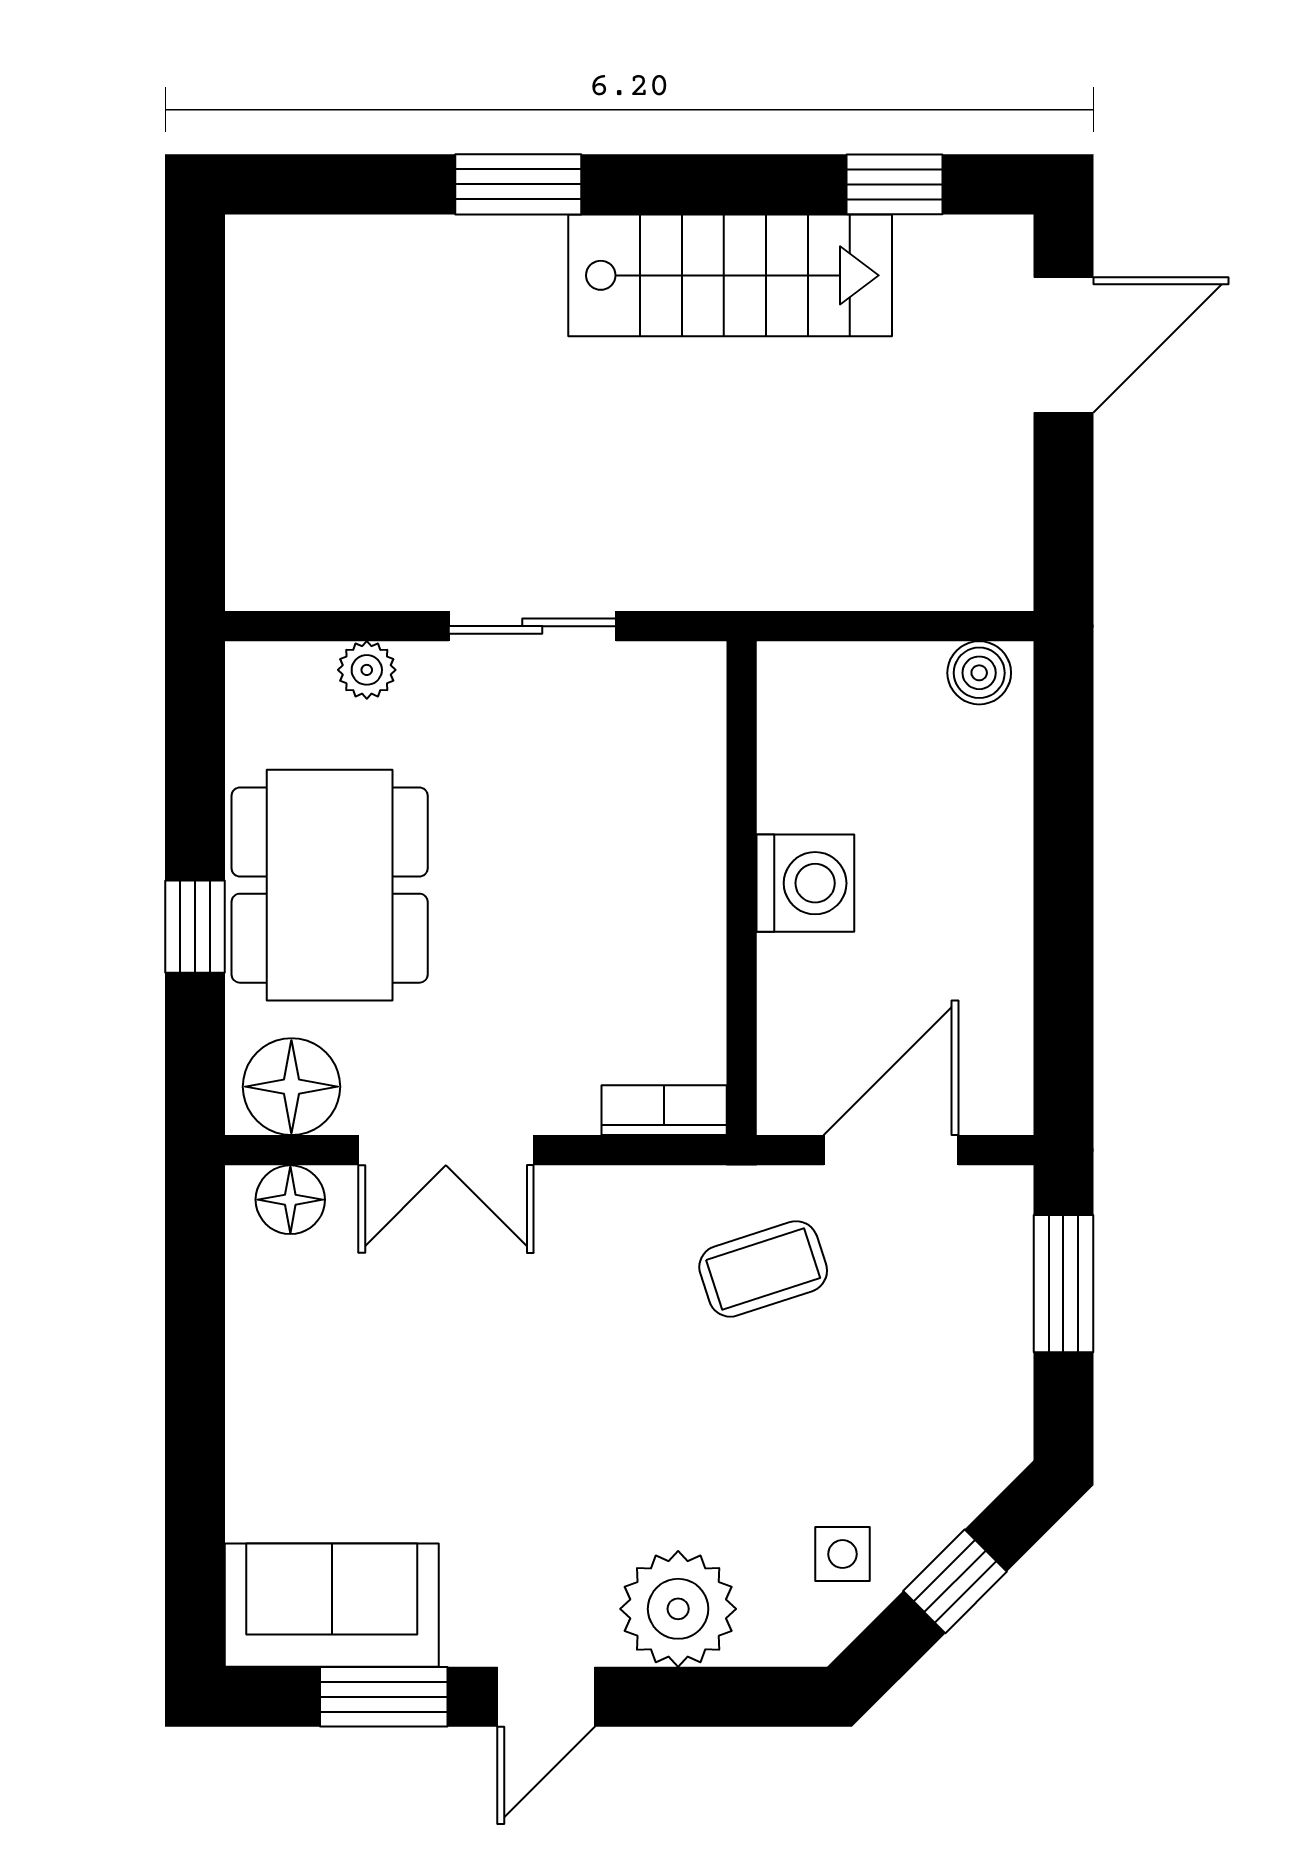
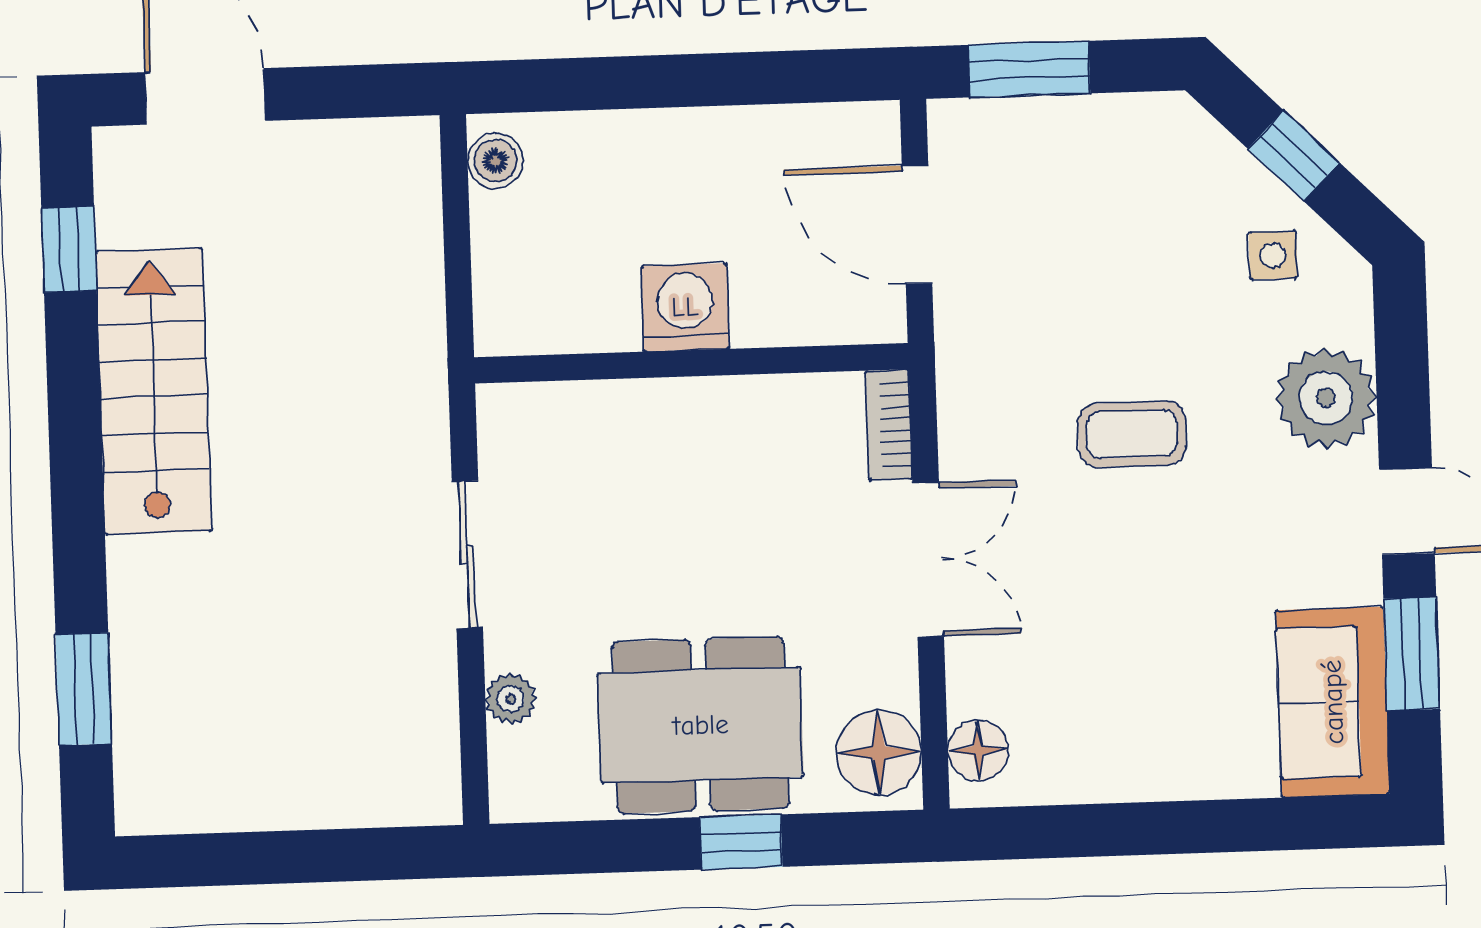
window: (518, 184) -> (84, 689), moved
double door: (446, 1150) -> (928, 560), moved
coffee table: (763, 1269) -> (1132, 434), moved, turned -72

